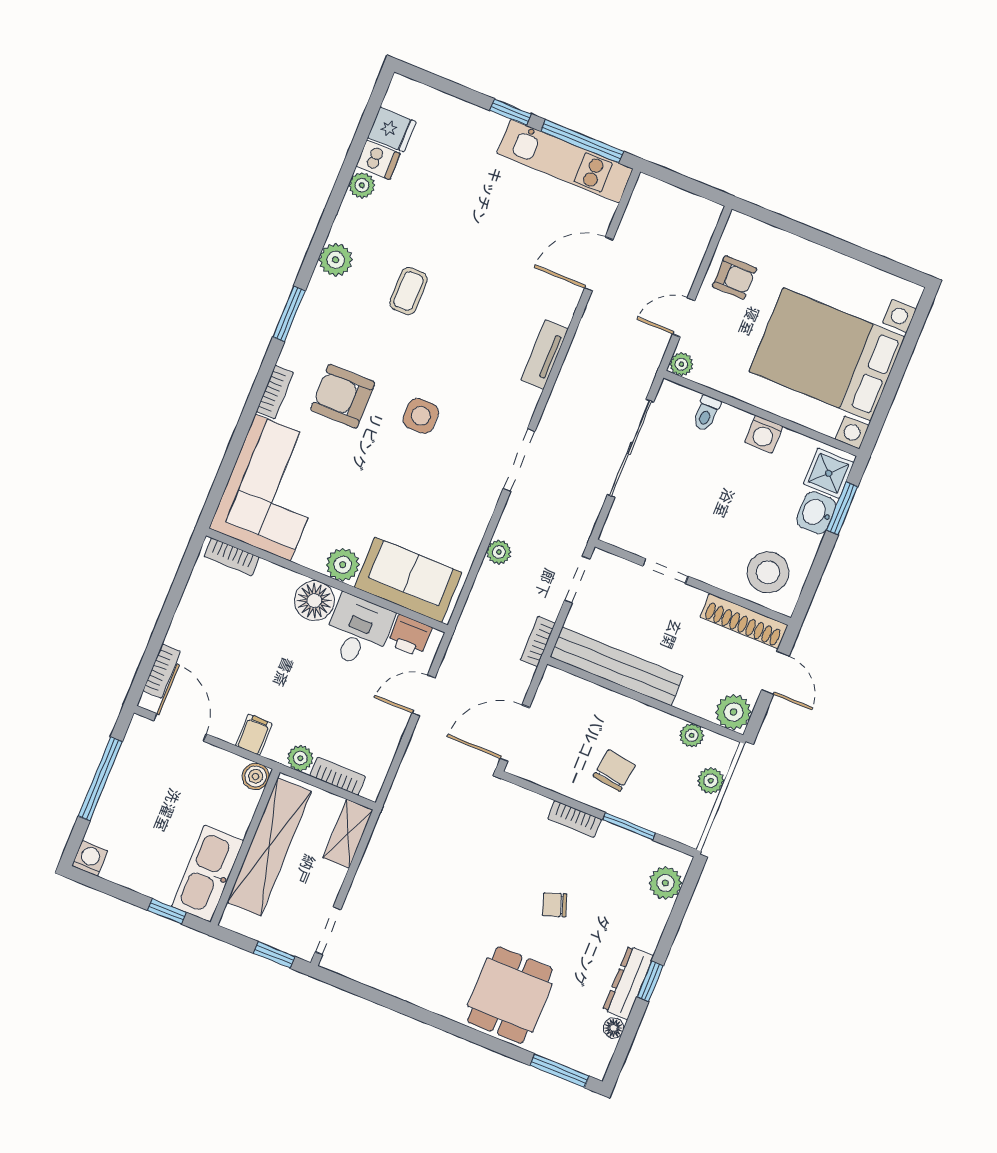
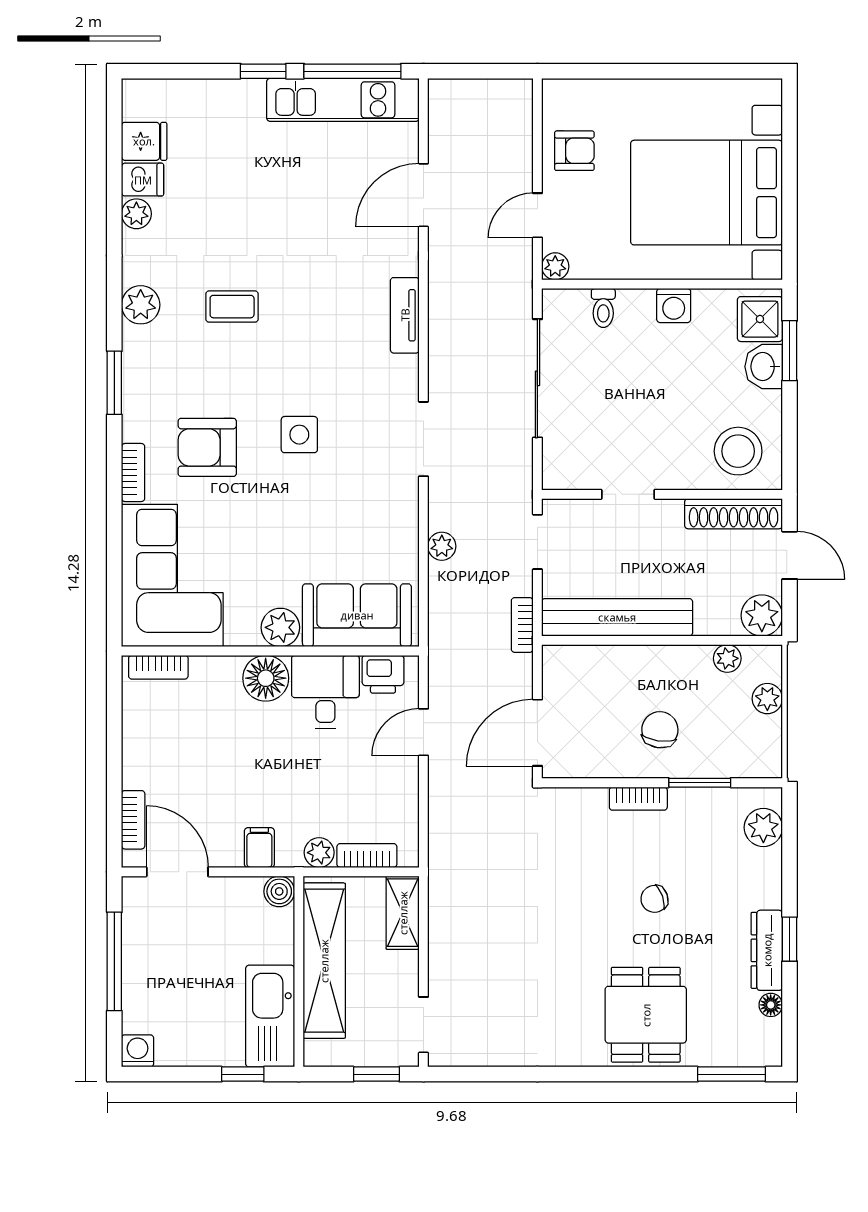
coffee table: (409, 291) -> (232, 307), turned 90

